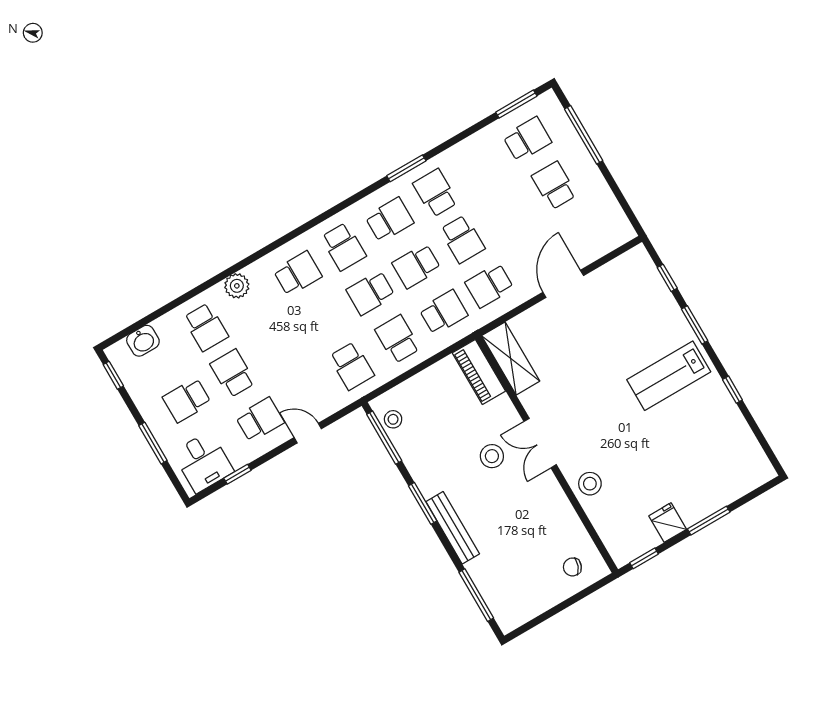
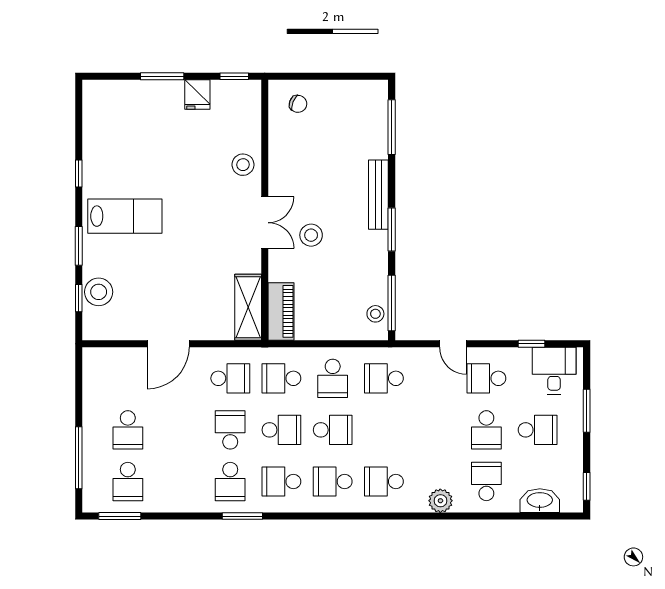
school desk: (527, 139) -> (128, 482), turned -90
school desk: (344, 247) -> (333, 482), turned -90
stool: (653, 294) -> (99, 292), added
washbasin: (143, 341) -> (540, 501), width x1.38
school desk: (352, 366) -> (384, 378), turned -90

